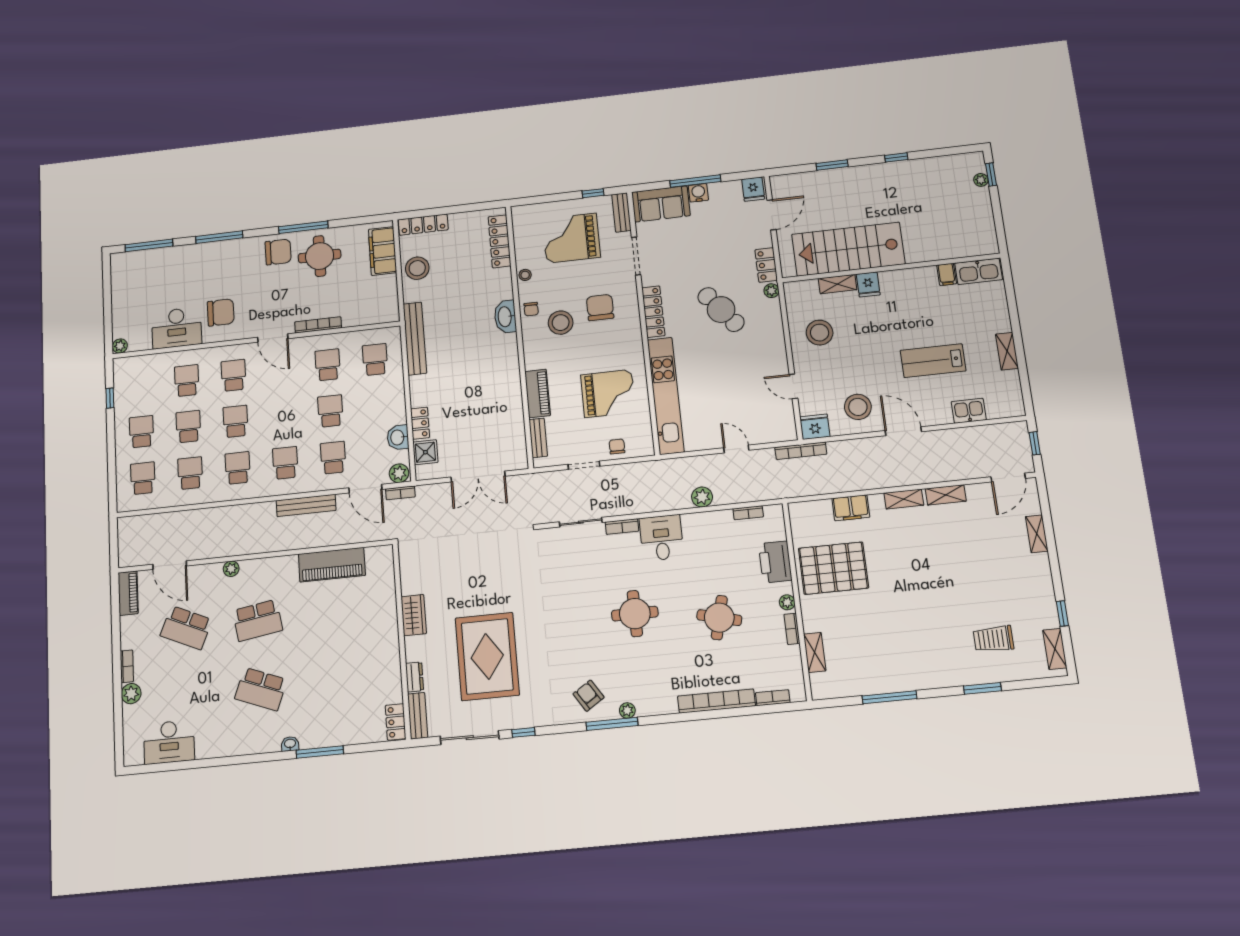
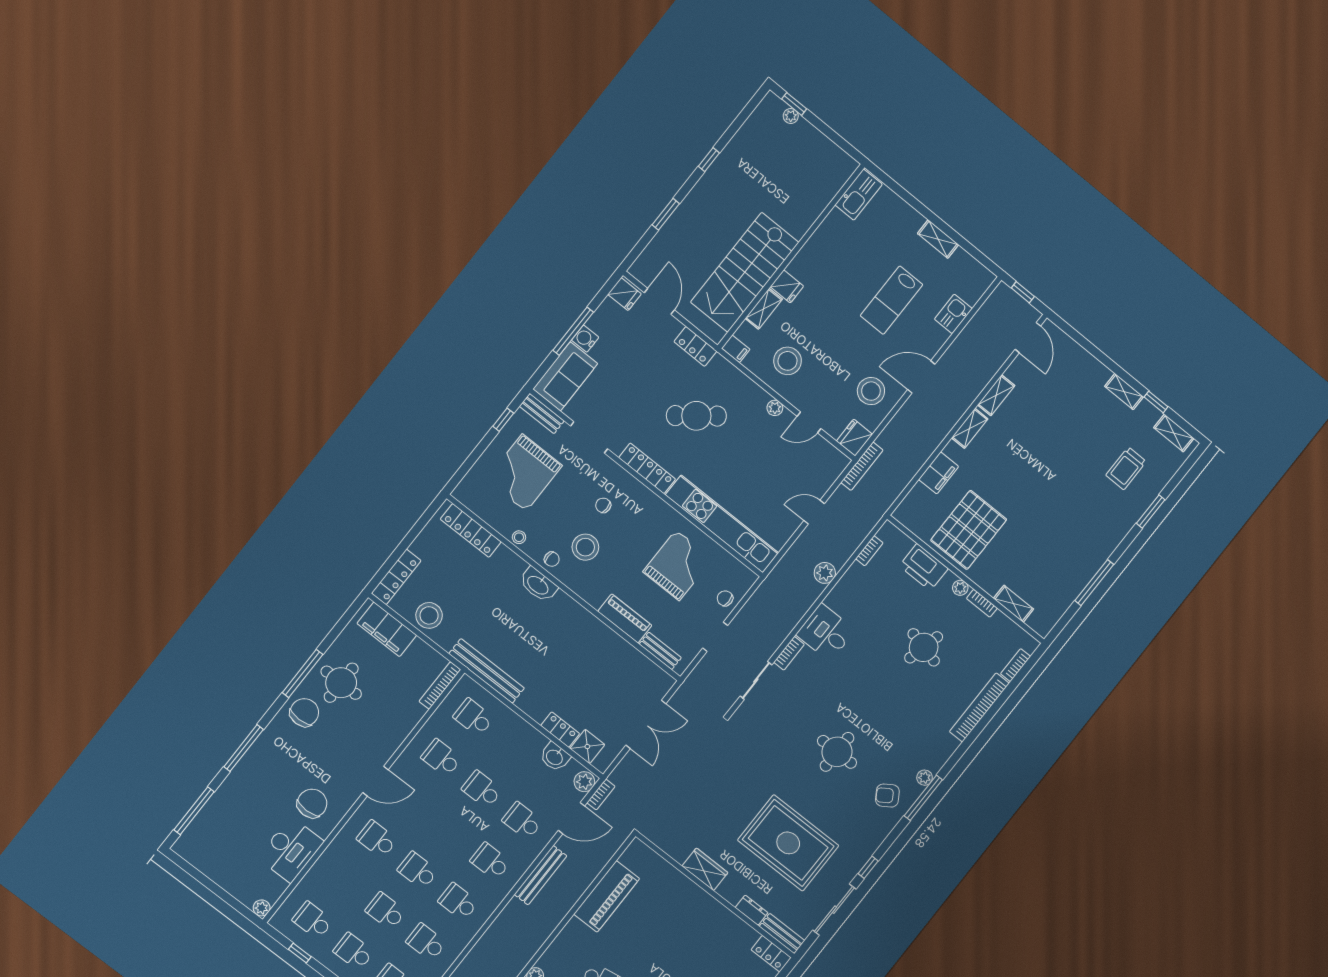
filing cabinet: (947, 274) -> (736, 349), moved
plant: (771, 291) -> (775, 408), moved
chair: (600, 307) -> (603, 505), width x0.54, depth x0.54
bookcase: (318, 325) -> (440, 685), moved
school desk: (187, 381) -> (313, 920), moved
shelving: (1037, 534) -> (1124, 392), moved
round table: (635, 614) -> (837, 752), moved

